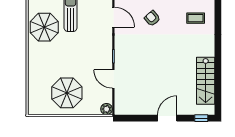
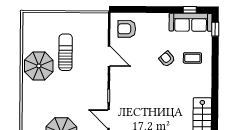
armchair: (152, 18) -> (167, 59), moved

